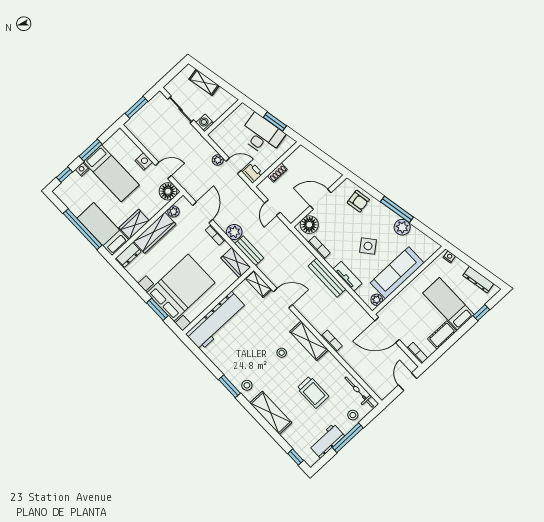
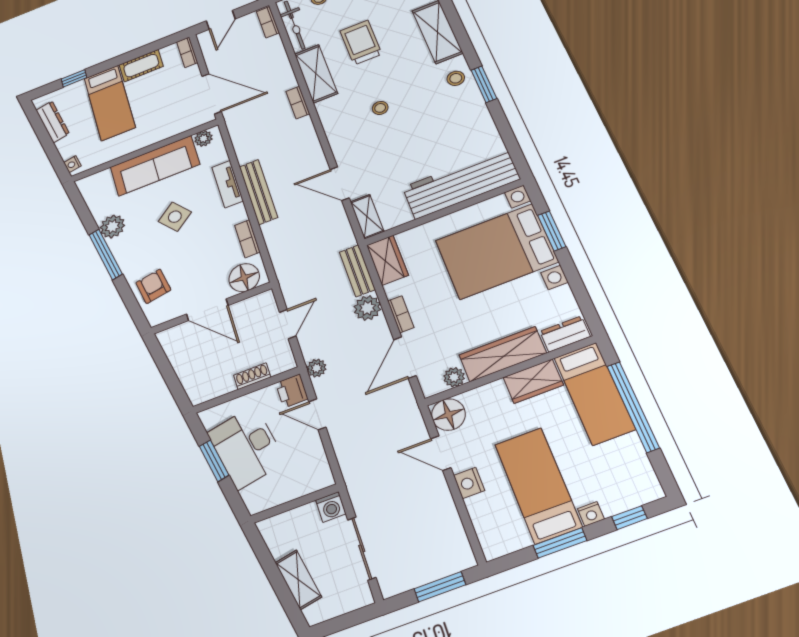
plant: (218, 160) -> (317, 368), moved
shelving: (309, 341) -> (316, 74), moved
bookcase: (377, 389) -> (268, 22), added

